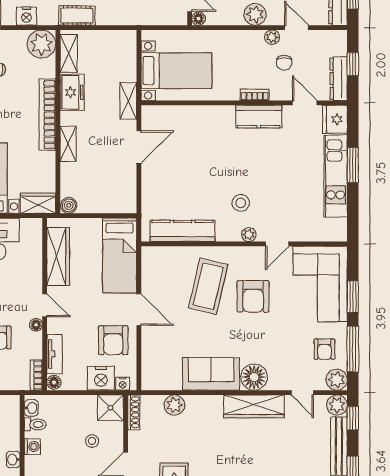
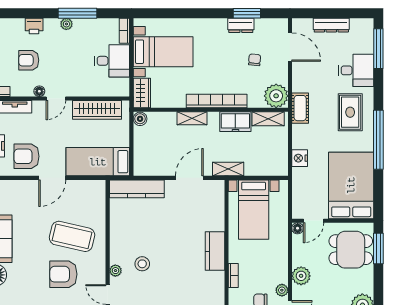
nightstand: (26, 16) -> (300, 158), moved
cot: (77, 16) -> (300, 108), moved
kitchen counter: (259, 117) -> (215, 251), moved
door: (139, 147) -> (189, 178), swing flipped
kitchen counter: (183, 231) -> (137, 189), moved, turned 90

